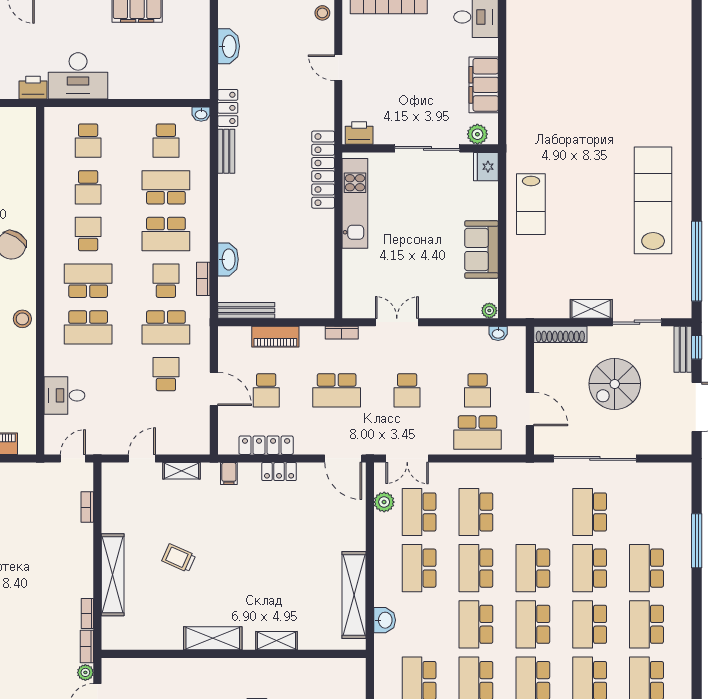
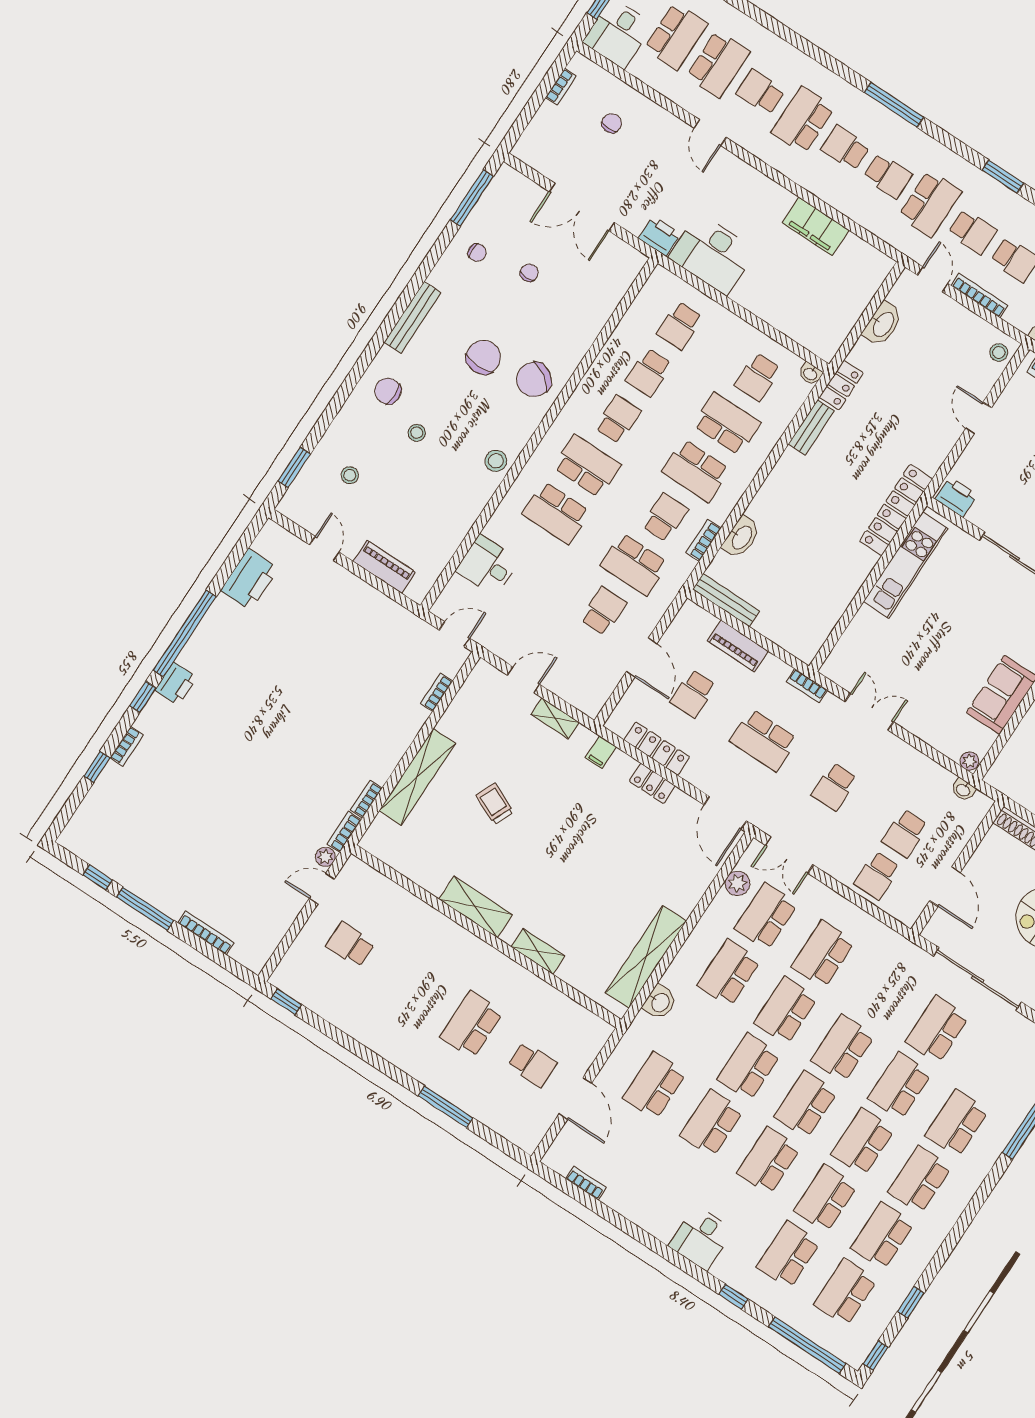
school desk: (478, 433) -> (877, 876), width x0.54

